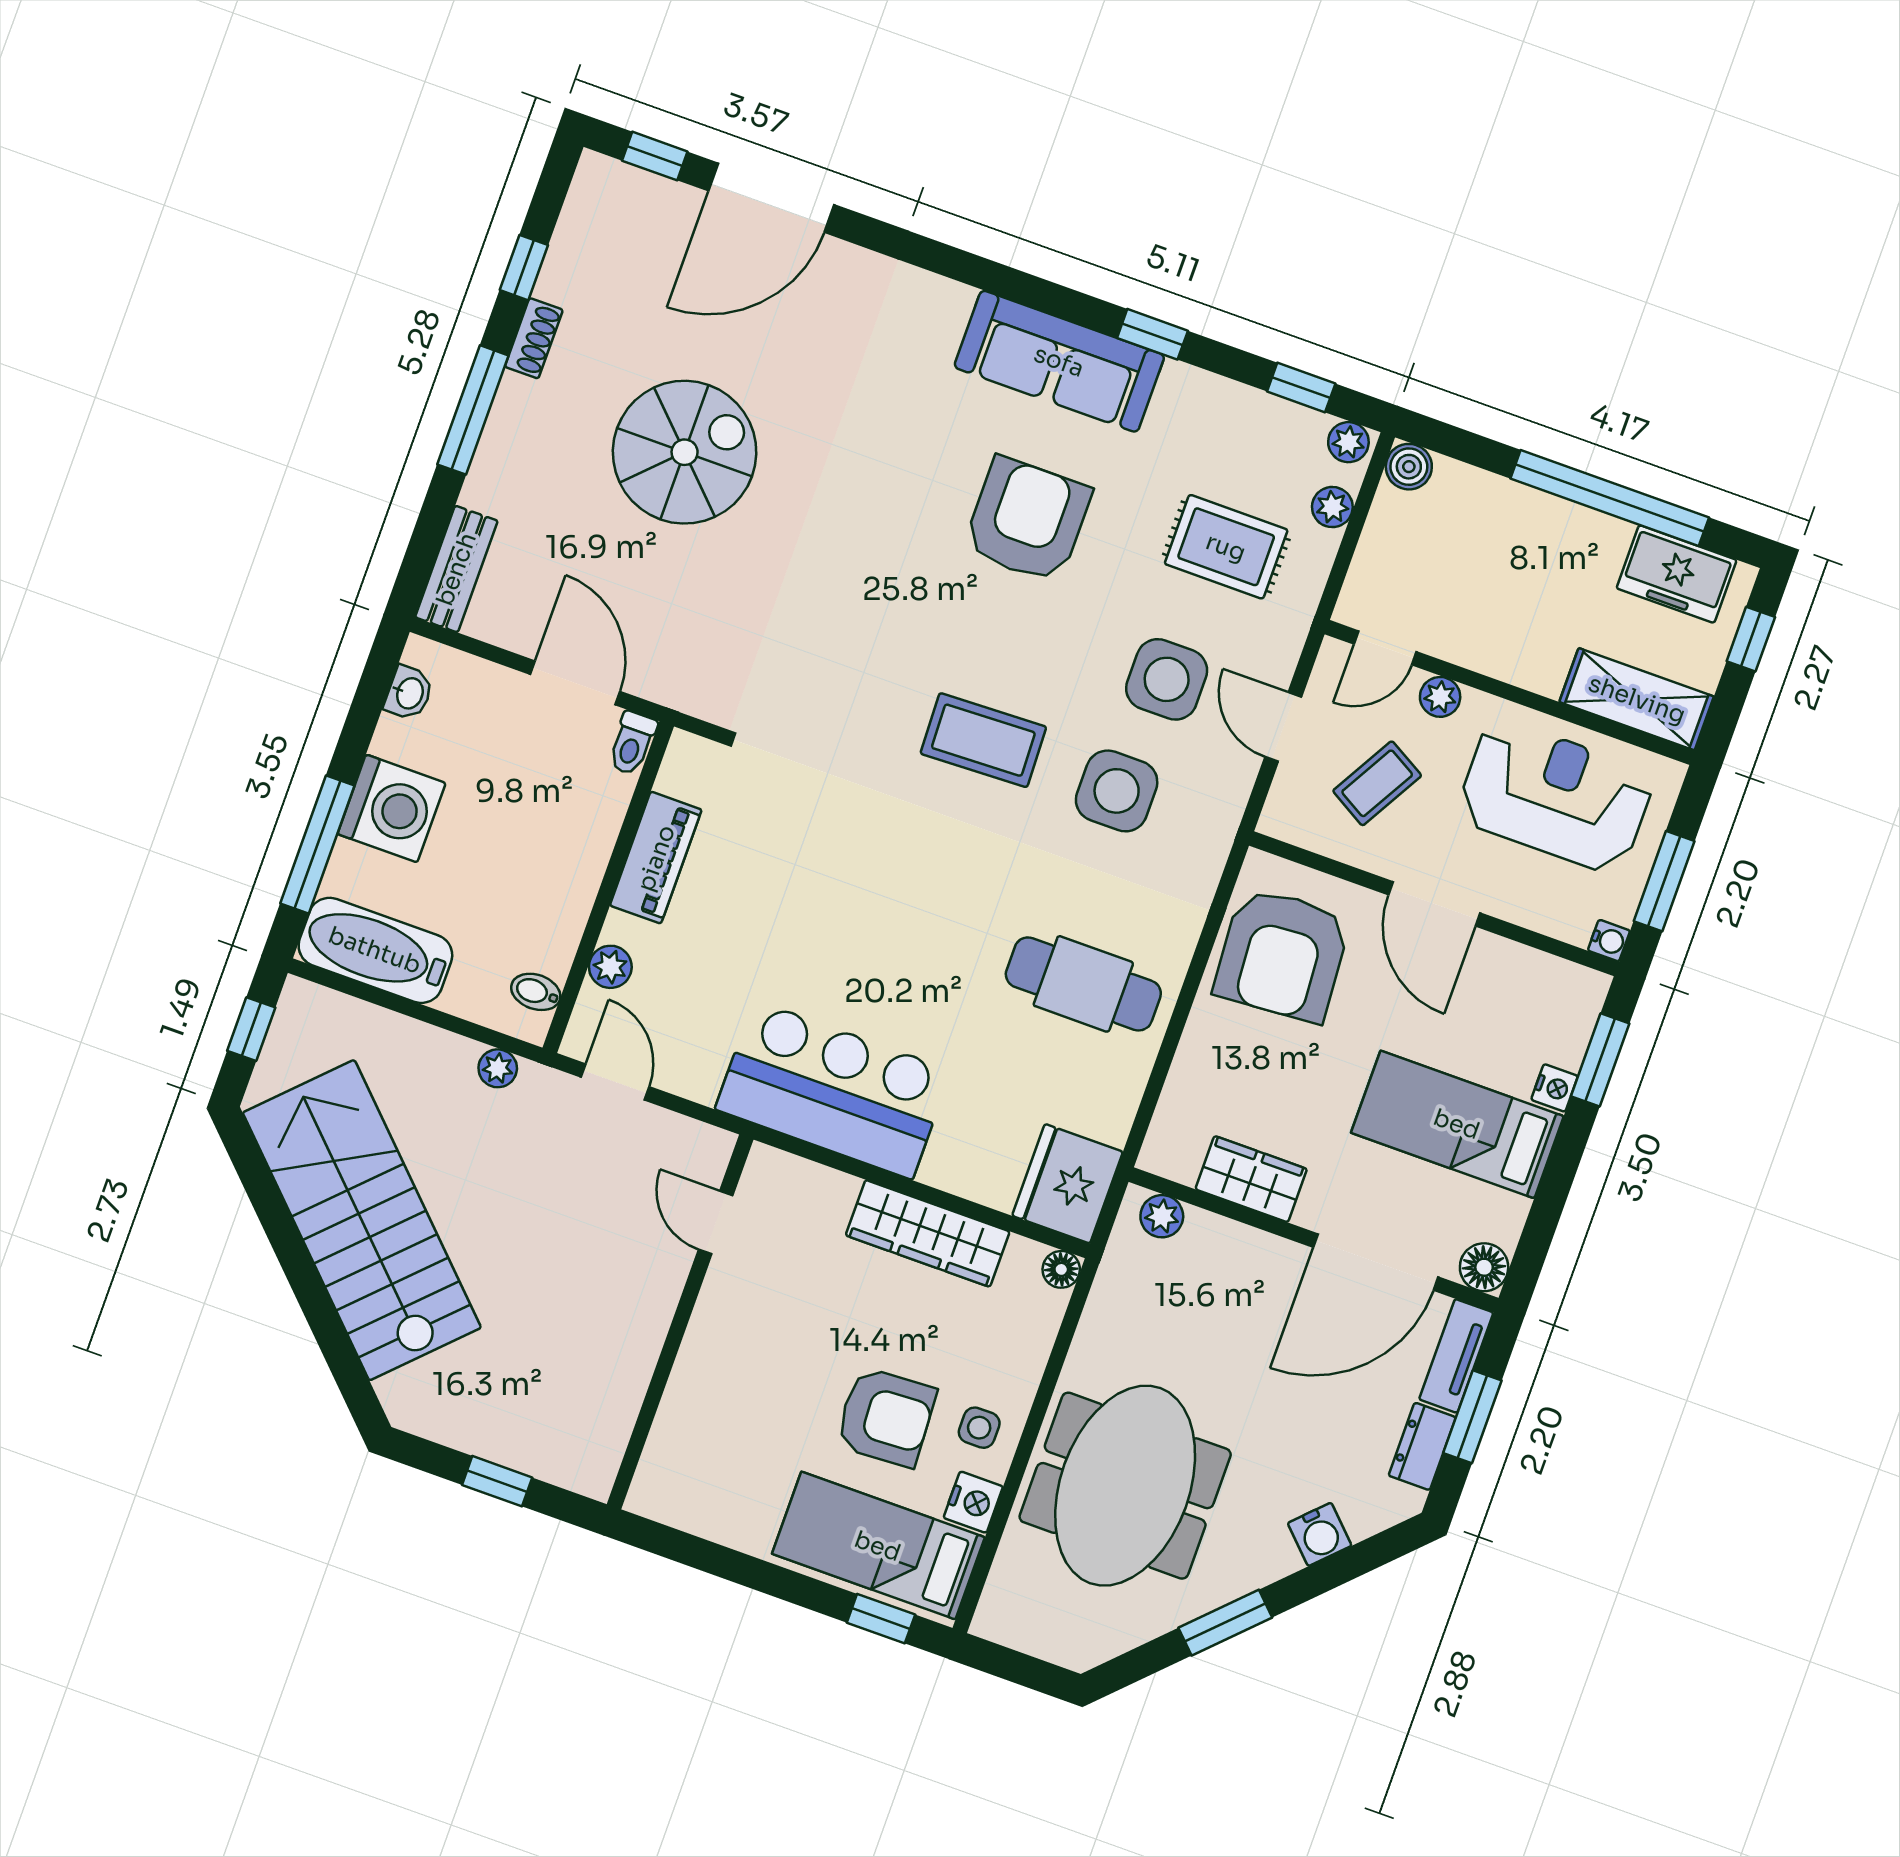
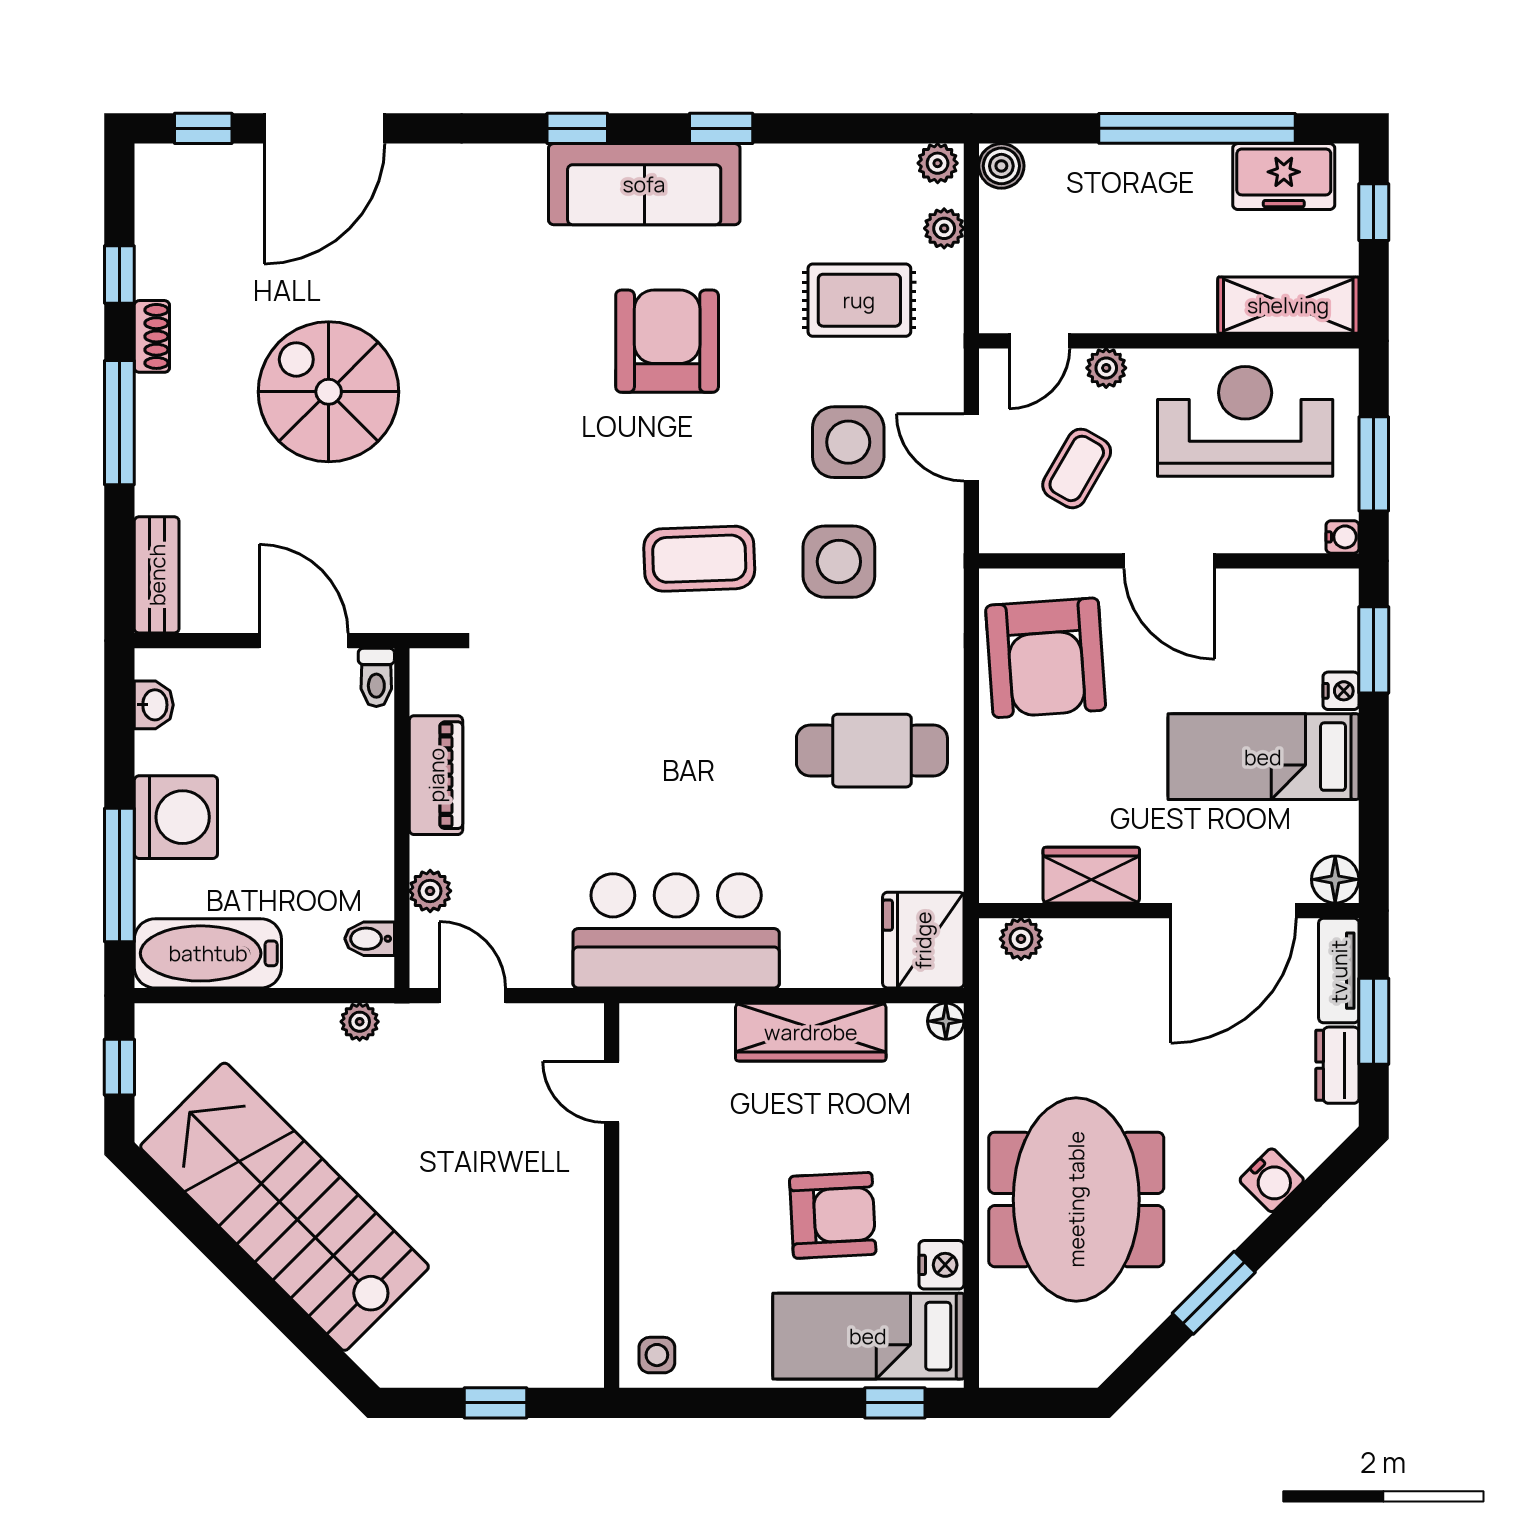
window: (1301, 388) -> (577, 128), moved
spiral stairs: (685, 452) -> (329, 392), turned -90
side table: (979, 1428) -> (657, 1355), moved

